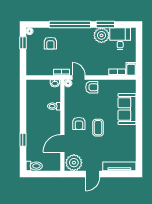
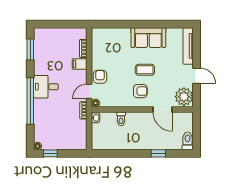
window: (105, 25) -> (30, 50), moved
plant: (101, 35) -> (42, 66), removed
desk: (120, 39) -> (46, 87), moved
armchair: (50, 43) -> (51, 123), removed
filing cabinet: (131, 69) -> (80, 64), moved
sofa: (127, 109) -> (148, 38), moved

